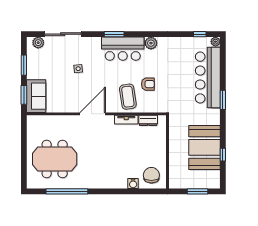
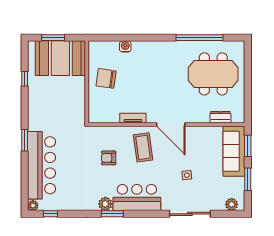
sliding door: (63, 34) -> (190, 214), moved
window: (114, 34) -> (112, 214), moved
sofa: (36, 96) -> (234, 151), width x1.36
coffee table: (128, 97) -> (143, 147), moved
door: (93, 114) -> (171, 124), hinge flipped
dresser: (148, 120) -> (220, 117), moved
booth: (205, 147) -> (60, 58), moved, turned 90
chair: (151, 175) -> (106, 78), moved, turned 98

